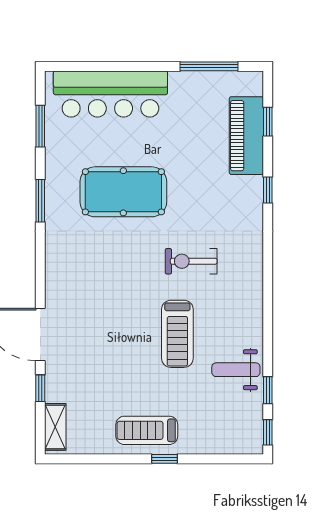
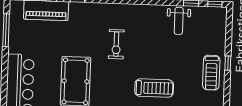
treadmill: (177, 334) -> (154, 88), moved

